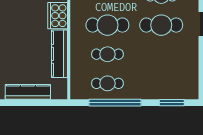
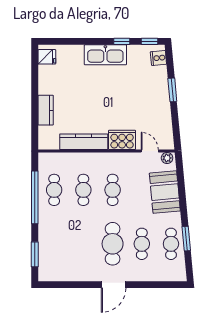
cafe table: (107, 25) -> (113, 190), width x0.73, depth x0.74
kitchen counter: (28, 92) -> (46, 110), width x0.67

